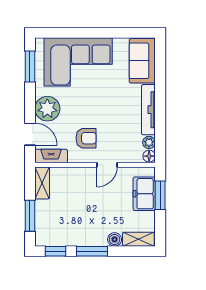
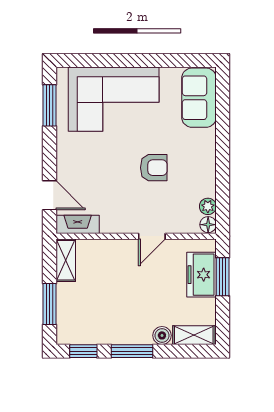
plant: (47, 109) -> (73, 161), removed
tv unit: (148, 110) -> (207, 163), removed
armchair: (86, 138) -> (154, 168), moved

